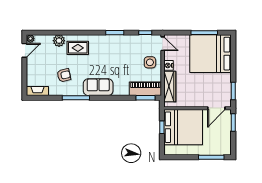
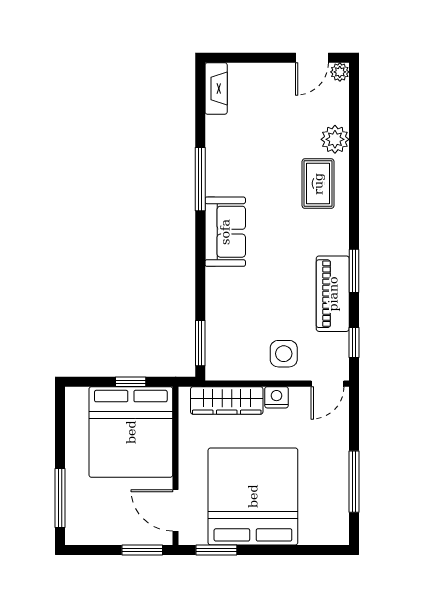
door: (24, 50) -> (312, 58), hinge flipped
bed: (210, 54) -> (253, 496), moved
armchair: (64, 75) -> (253, 151), removed
piano: (145, 89) -> (333, 294), moved, turned 180

